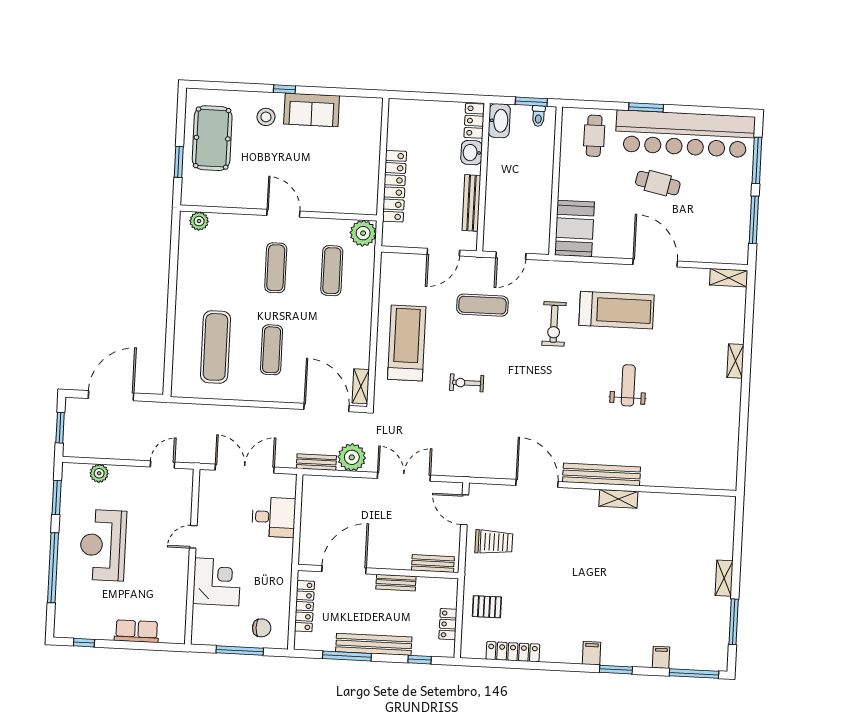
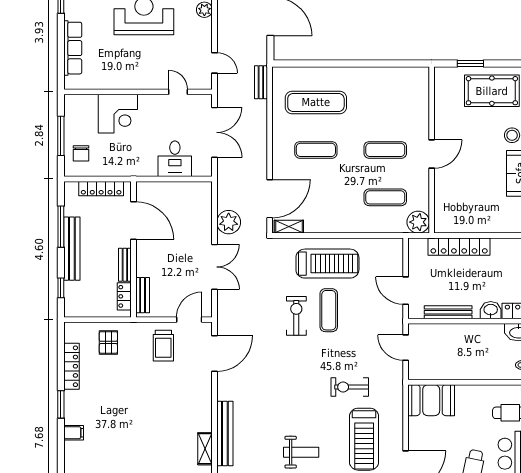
plant: (199, 221) -> (421, 83), removed
exercise mat: (482, 305) -> (329, 310), moved
exercise bike: (467, 383) -> (296, 316), width x1.38, depth x1.39
bench: (316, 462) -> (261, 82), moved
door: (537, 483) -> (215, 353), moved
door: (193, 537) -> (178, 92), moved
locker: (448, 624) -> (124, 296), moved, turned -90
row of seats: (137, 631) -> (73, 48), width x1.48
window: (616, 670) -> (61, 404), moved

